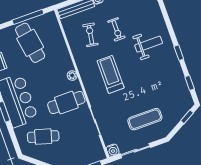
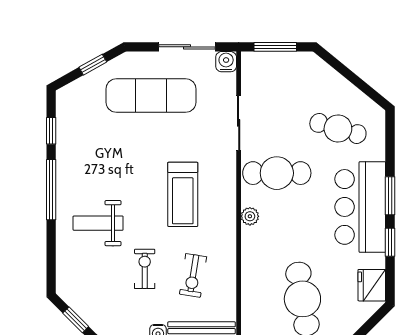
window: (179, 53) -> (51, 190), width x2.17
window: (187, 117) -> (93, 65), moved
exercise mat: (145, 119) -> (151, 96), width x1.36, depth x1.45

